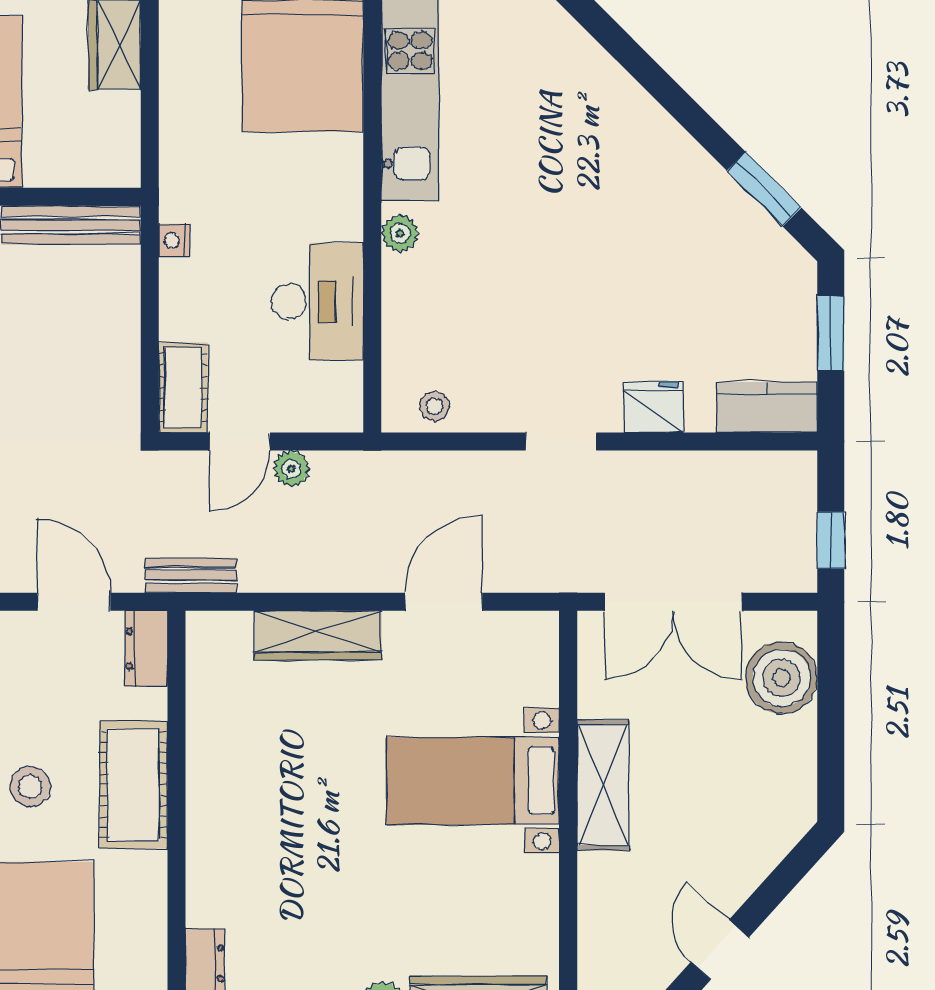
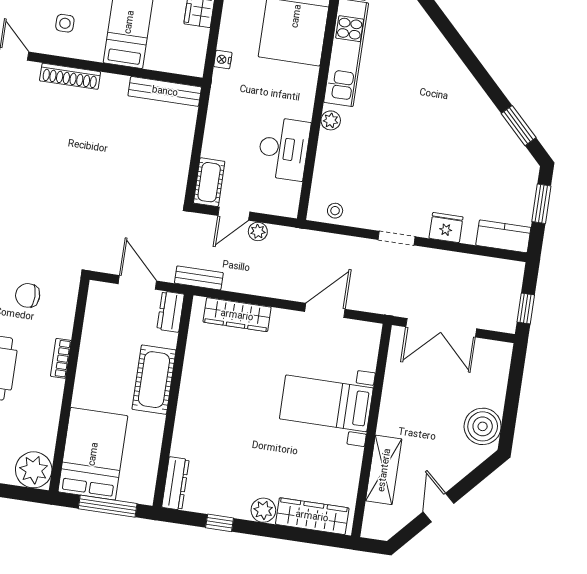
nightstand: (174, 240) -> (223, 60), moved
wardrobe: (318, 635) -> (237, 315), moved
boiler: (782, 678) -> (483, 426), moved
shelving: (603, 785) -> (384, 470), moved
stool: (30, 787) -> (102, 373), removed

